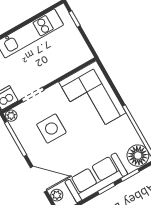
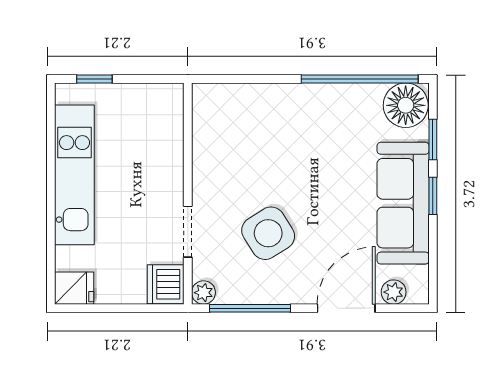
corner sofa: (92, 97) -> (254, 128), removed
side table: (51, 129) -> (268, 233), turned -32

